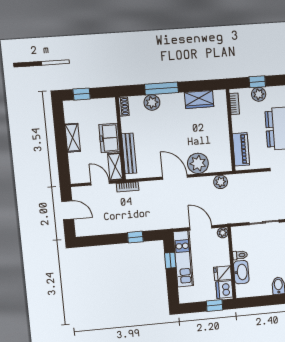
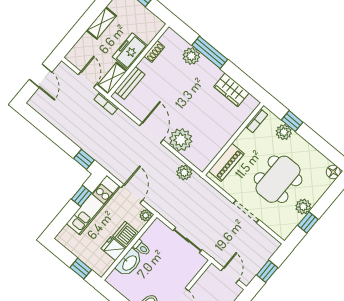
shoe rack: (124, 107) -> (154, 52), moved
bench: (129, 153) -> (130, 83), width x0.73
window: (135, 237) -> (84, 159), moved
dishwasher: (224, 289) -> (126, 234), moved

